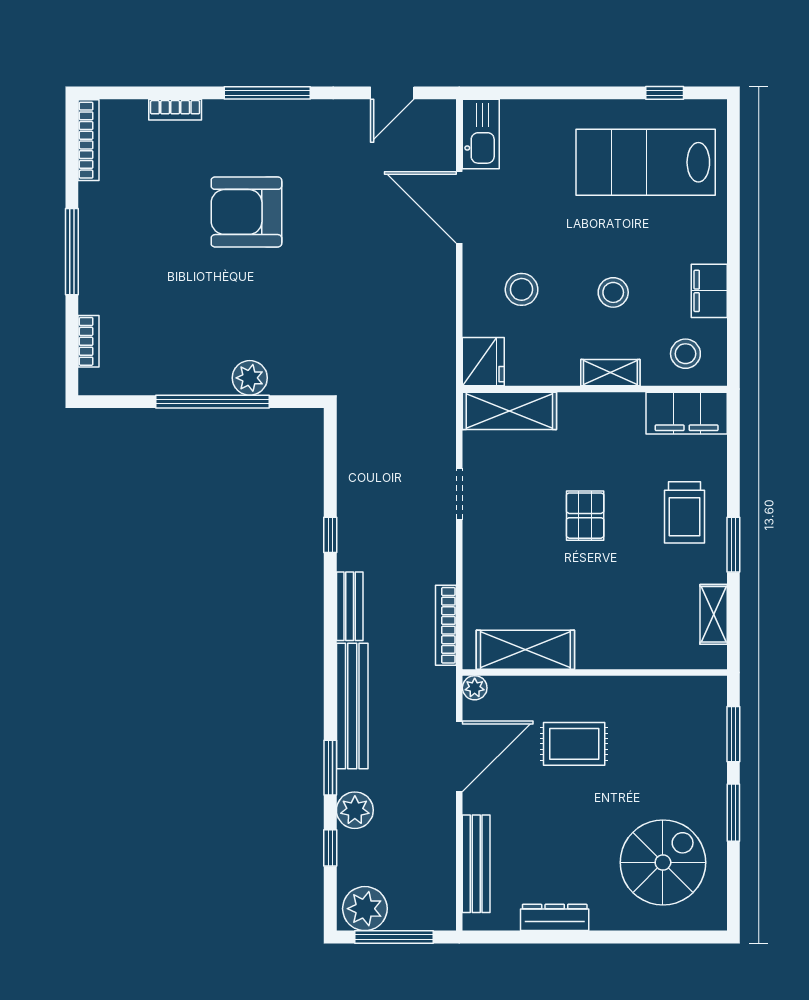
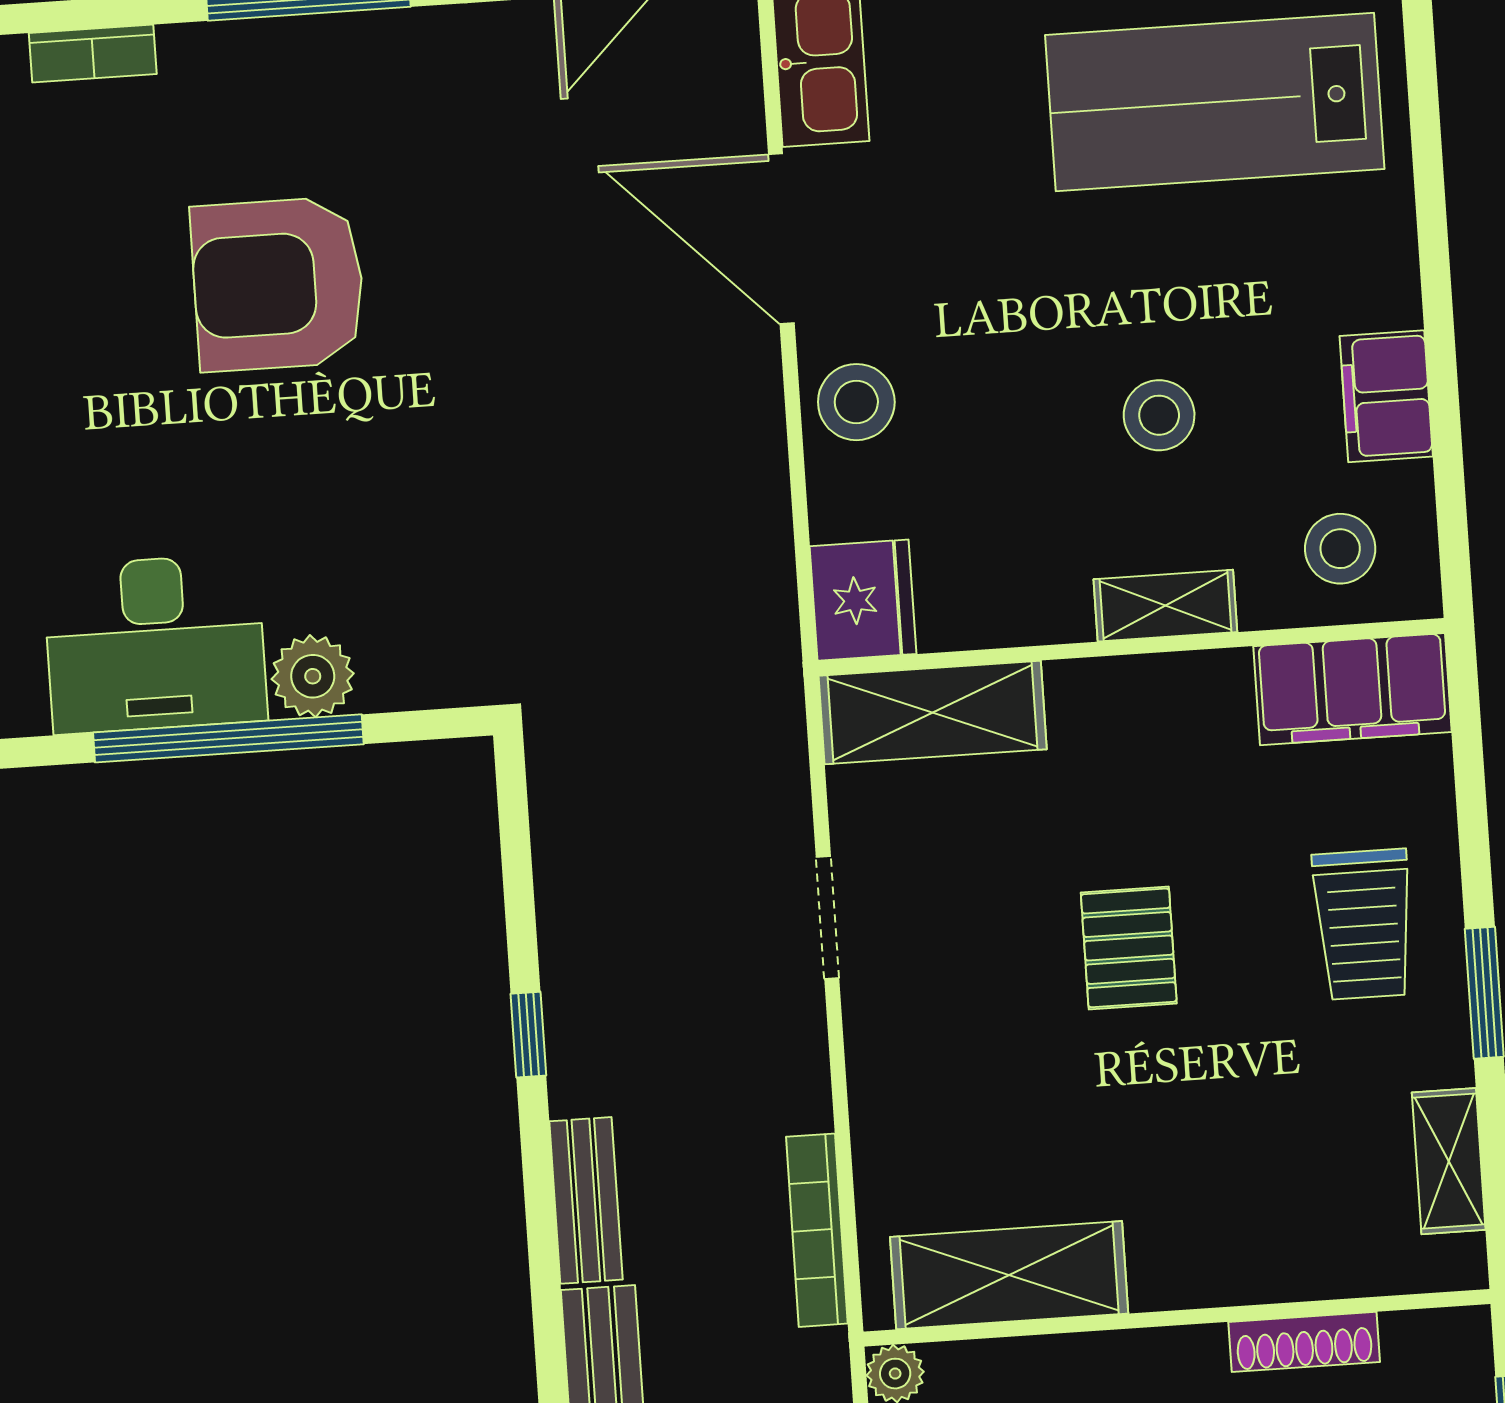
stool: (522, 289) -> (856, 402), moved
desk: (184, 360) -> (155, 644), added
shoe rack: (648, 686) -> (1304, 1342), added

